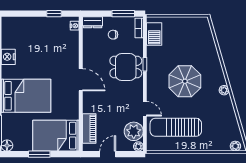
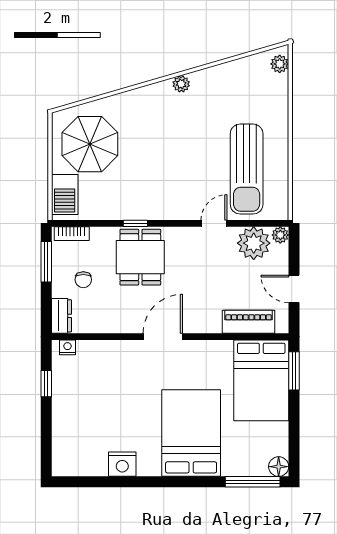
barbecue: (154, 34) -> (65, 194), moved, turned 90
parasol: (185, 81) -> (90, 144), moved
window: (39, 154) -> (294, 371), moved

